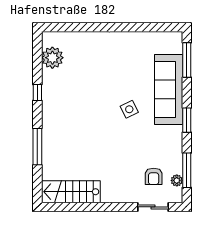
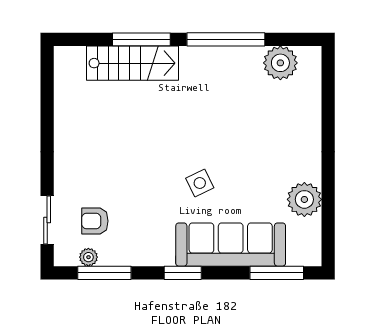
plant: (140, 42) -> (304, 199), added
window: (37, 93) -> (226, 39), width x3.17
stairs: (71, 192) -> (133, 63), moved, turned 90

